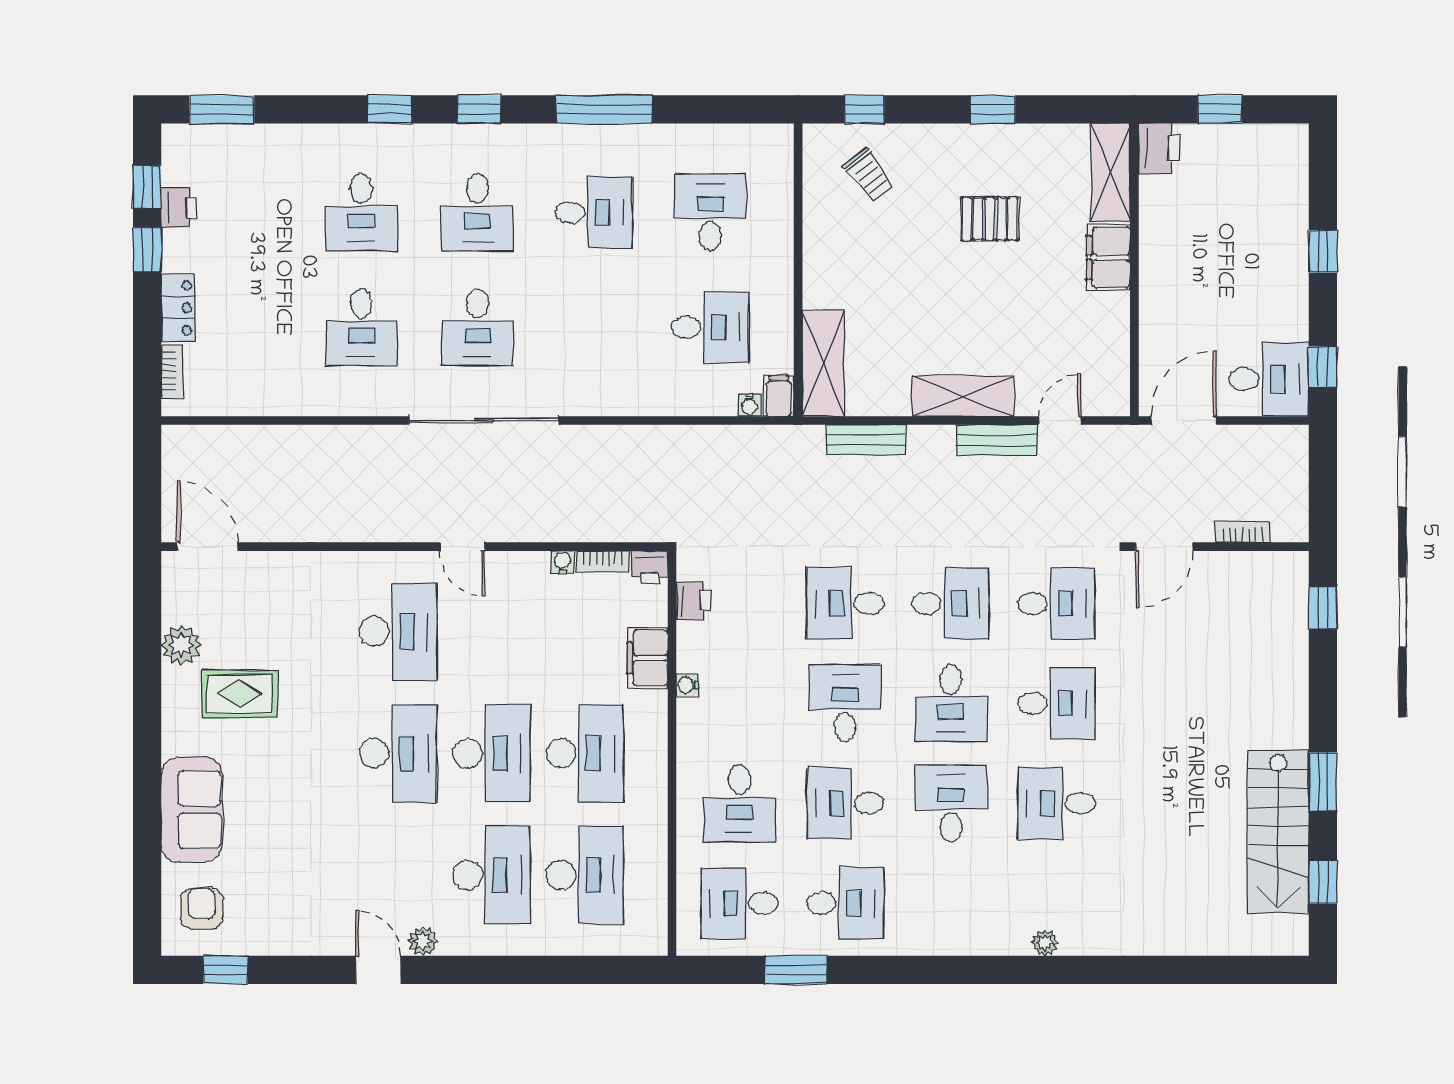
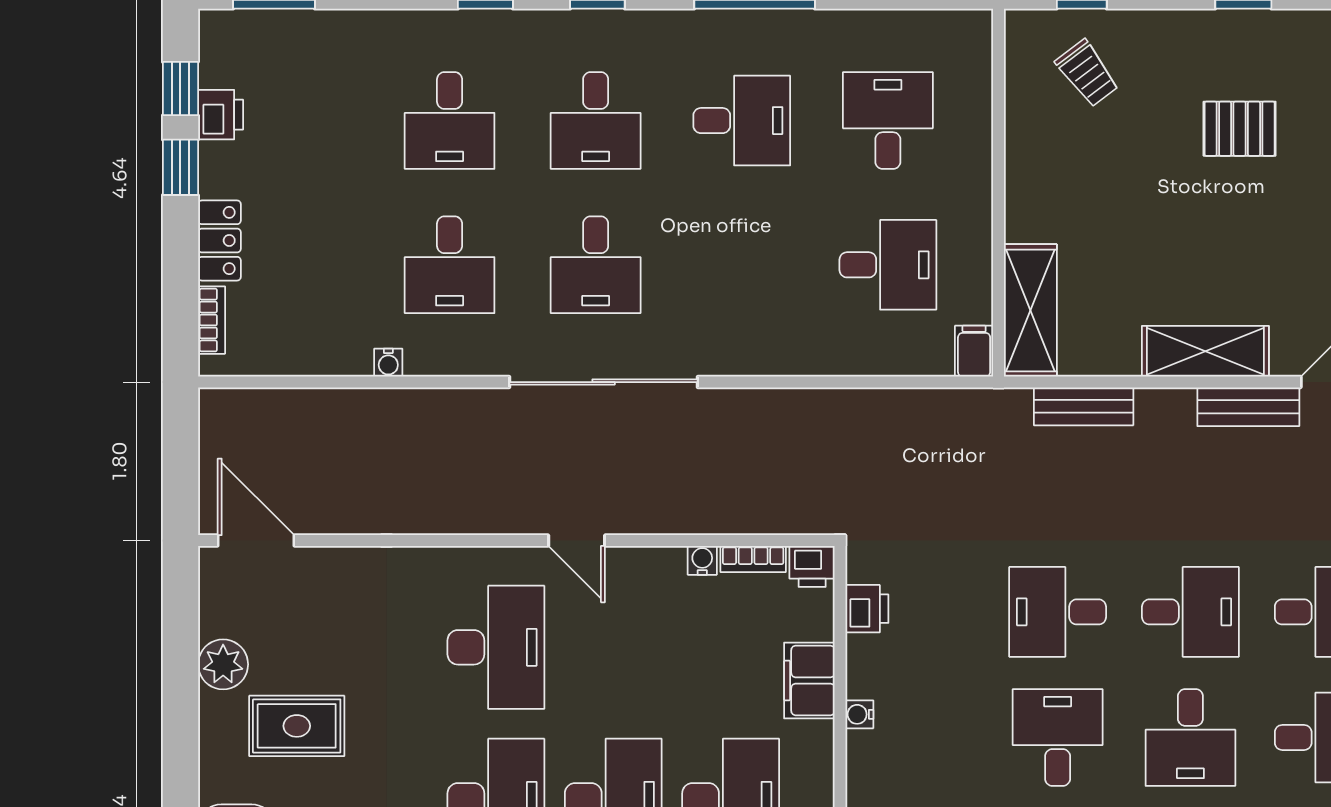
water cooler: (749, 405) -> (388, 363), moved

